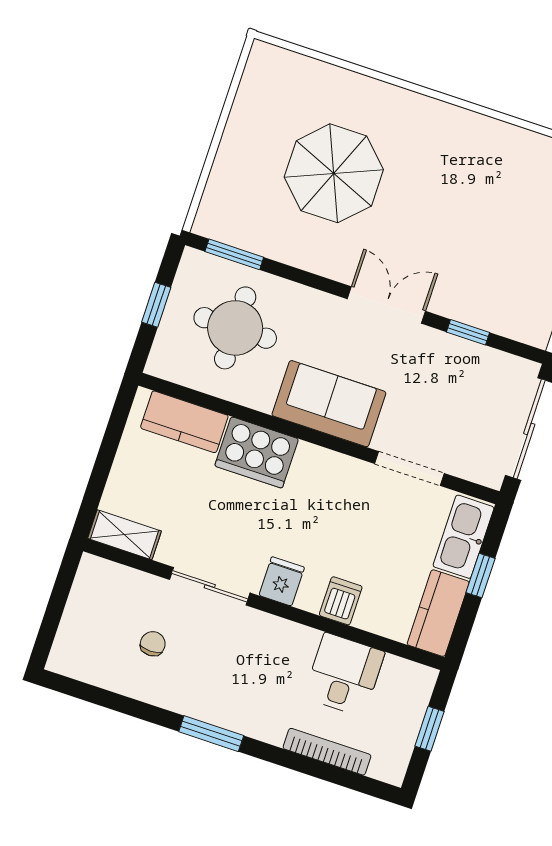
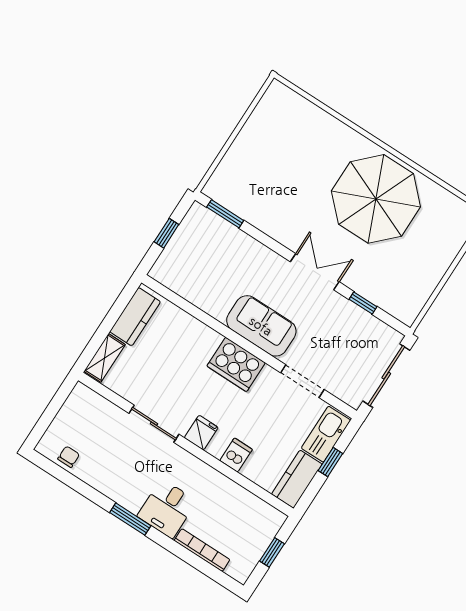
parasol: (334, 173) -> (376, 199), moved, width x1.36, depth x1.36
round table: (235, 328) -> (213, 261), removed
kitchen counter: (184, 422) -> (135, 317), moved, turned -90
cooker: (257, 452) -> (236, 364), moved
shelving: (125, 535) -> (105, 358), moved, turned 90
chair: (153, 644) -> (69, 457), moved
desk: (344, 675) -> (167, 509), moved, turned 180

